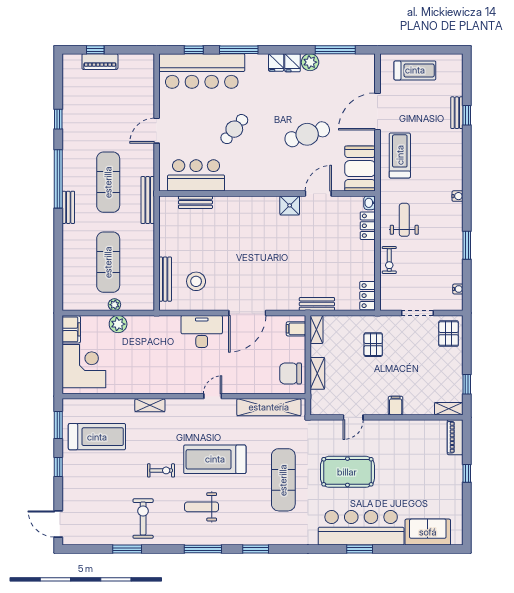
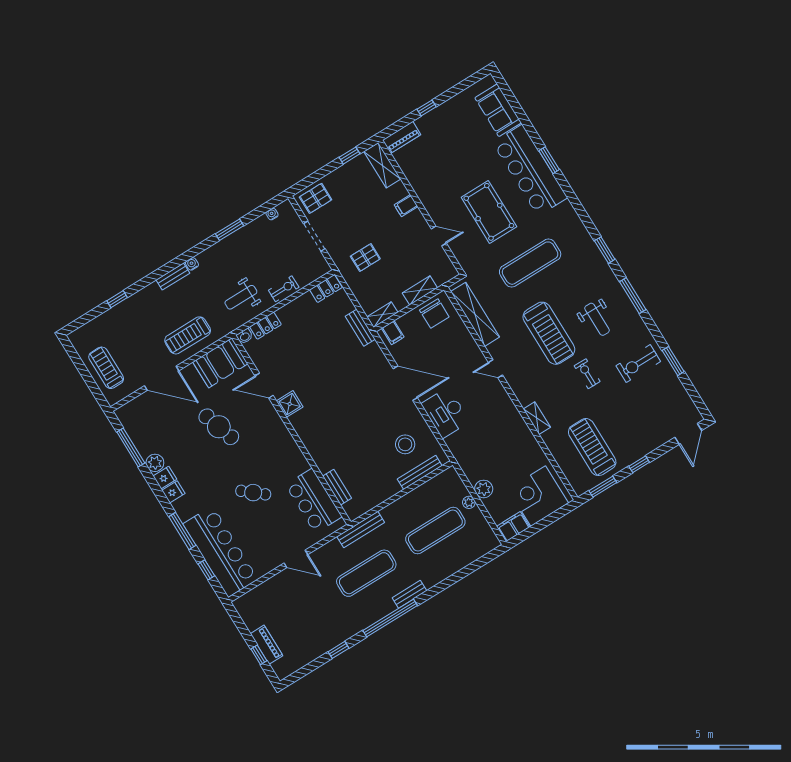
bench: (457, 113) -> (173, 276), moved
shelving: (449, 409) -> (382, 165), width x1.50, depth x1.33

